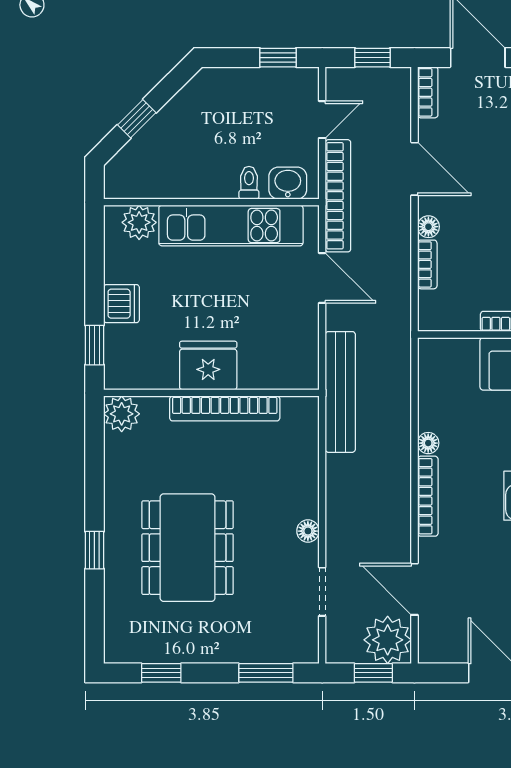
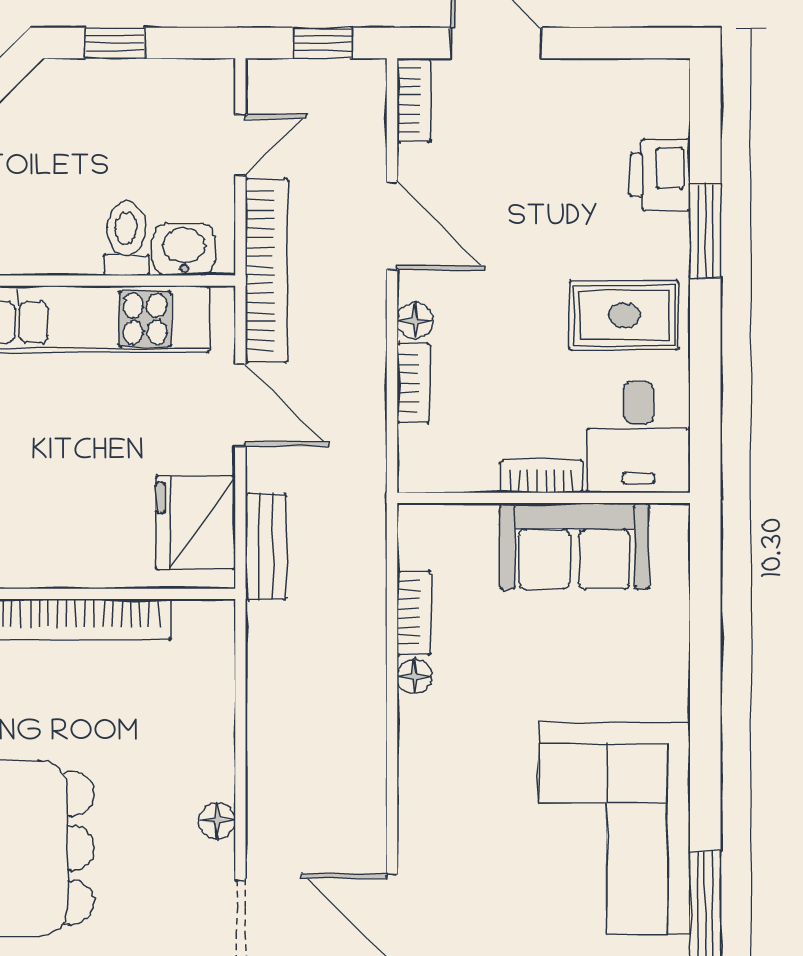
window: (278, 58) -> (115, 43), moved
toilet: (249, 183) -> (126, 238), width x1.37, depth x1.39
fridge: (208, 366) -> (195, 522), moved, turned -90
bench: (340, 392) -> (266, 546), width x0.54, depth x0.82
bookcase: (428, 496) -> (414, 613), moved, width x0.64

